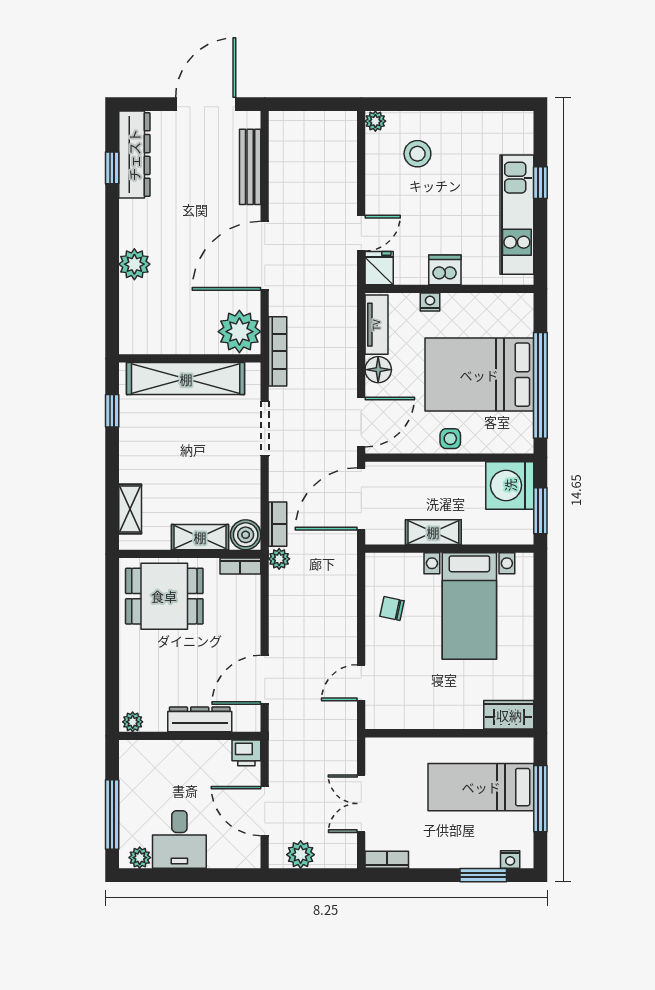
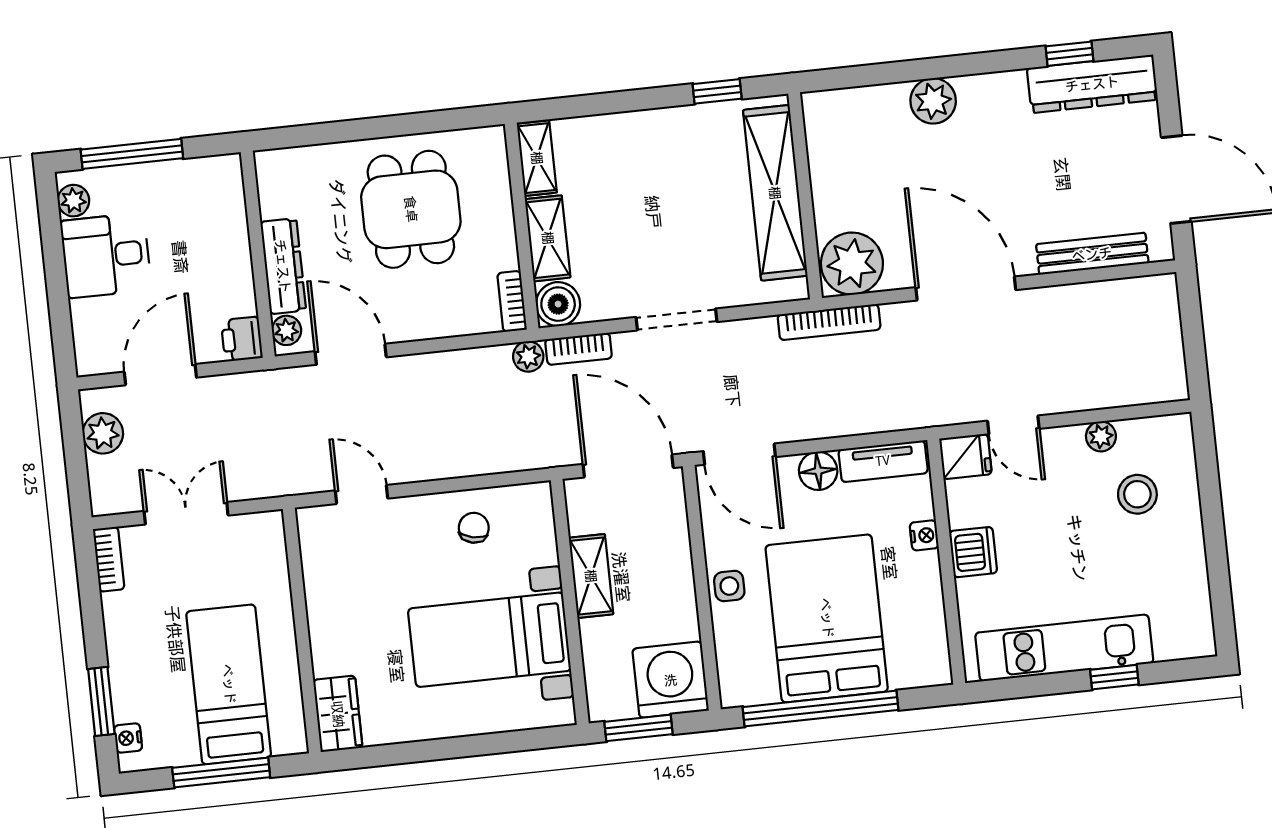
plant: (375, 121) -> (1101, 436), moved
doorway: (265, 428) -> (676, 319), moved
shelving: (130, 509) -> (537, 158), moved, turned 90
dining table: (164, 596) -> (411, 209), moved
plant: (133, 722) -> (286, 330), moved

